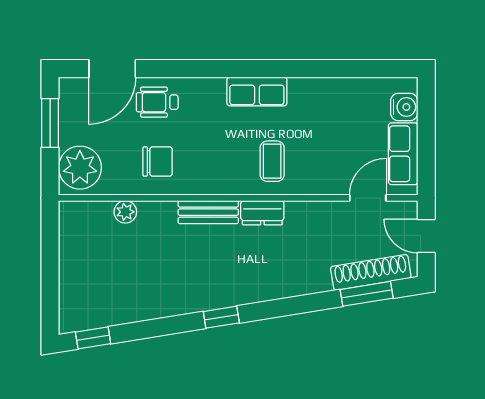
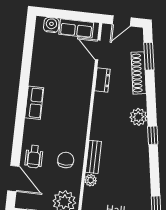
coffee table: (272, 161) -> (72, 99), removed
bench: (208, 212) -> (93, 157), moved
dresser: (262, 213) -> (102, 80), moved
shoe rack: (371, 272) -> (139, 73), moved
plant: (252, 287) -> (138, 117), added

